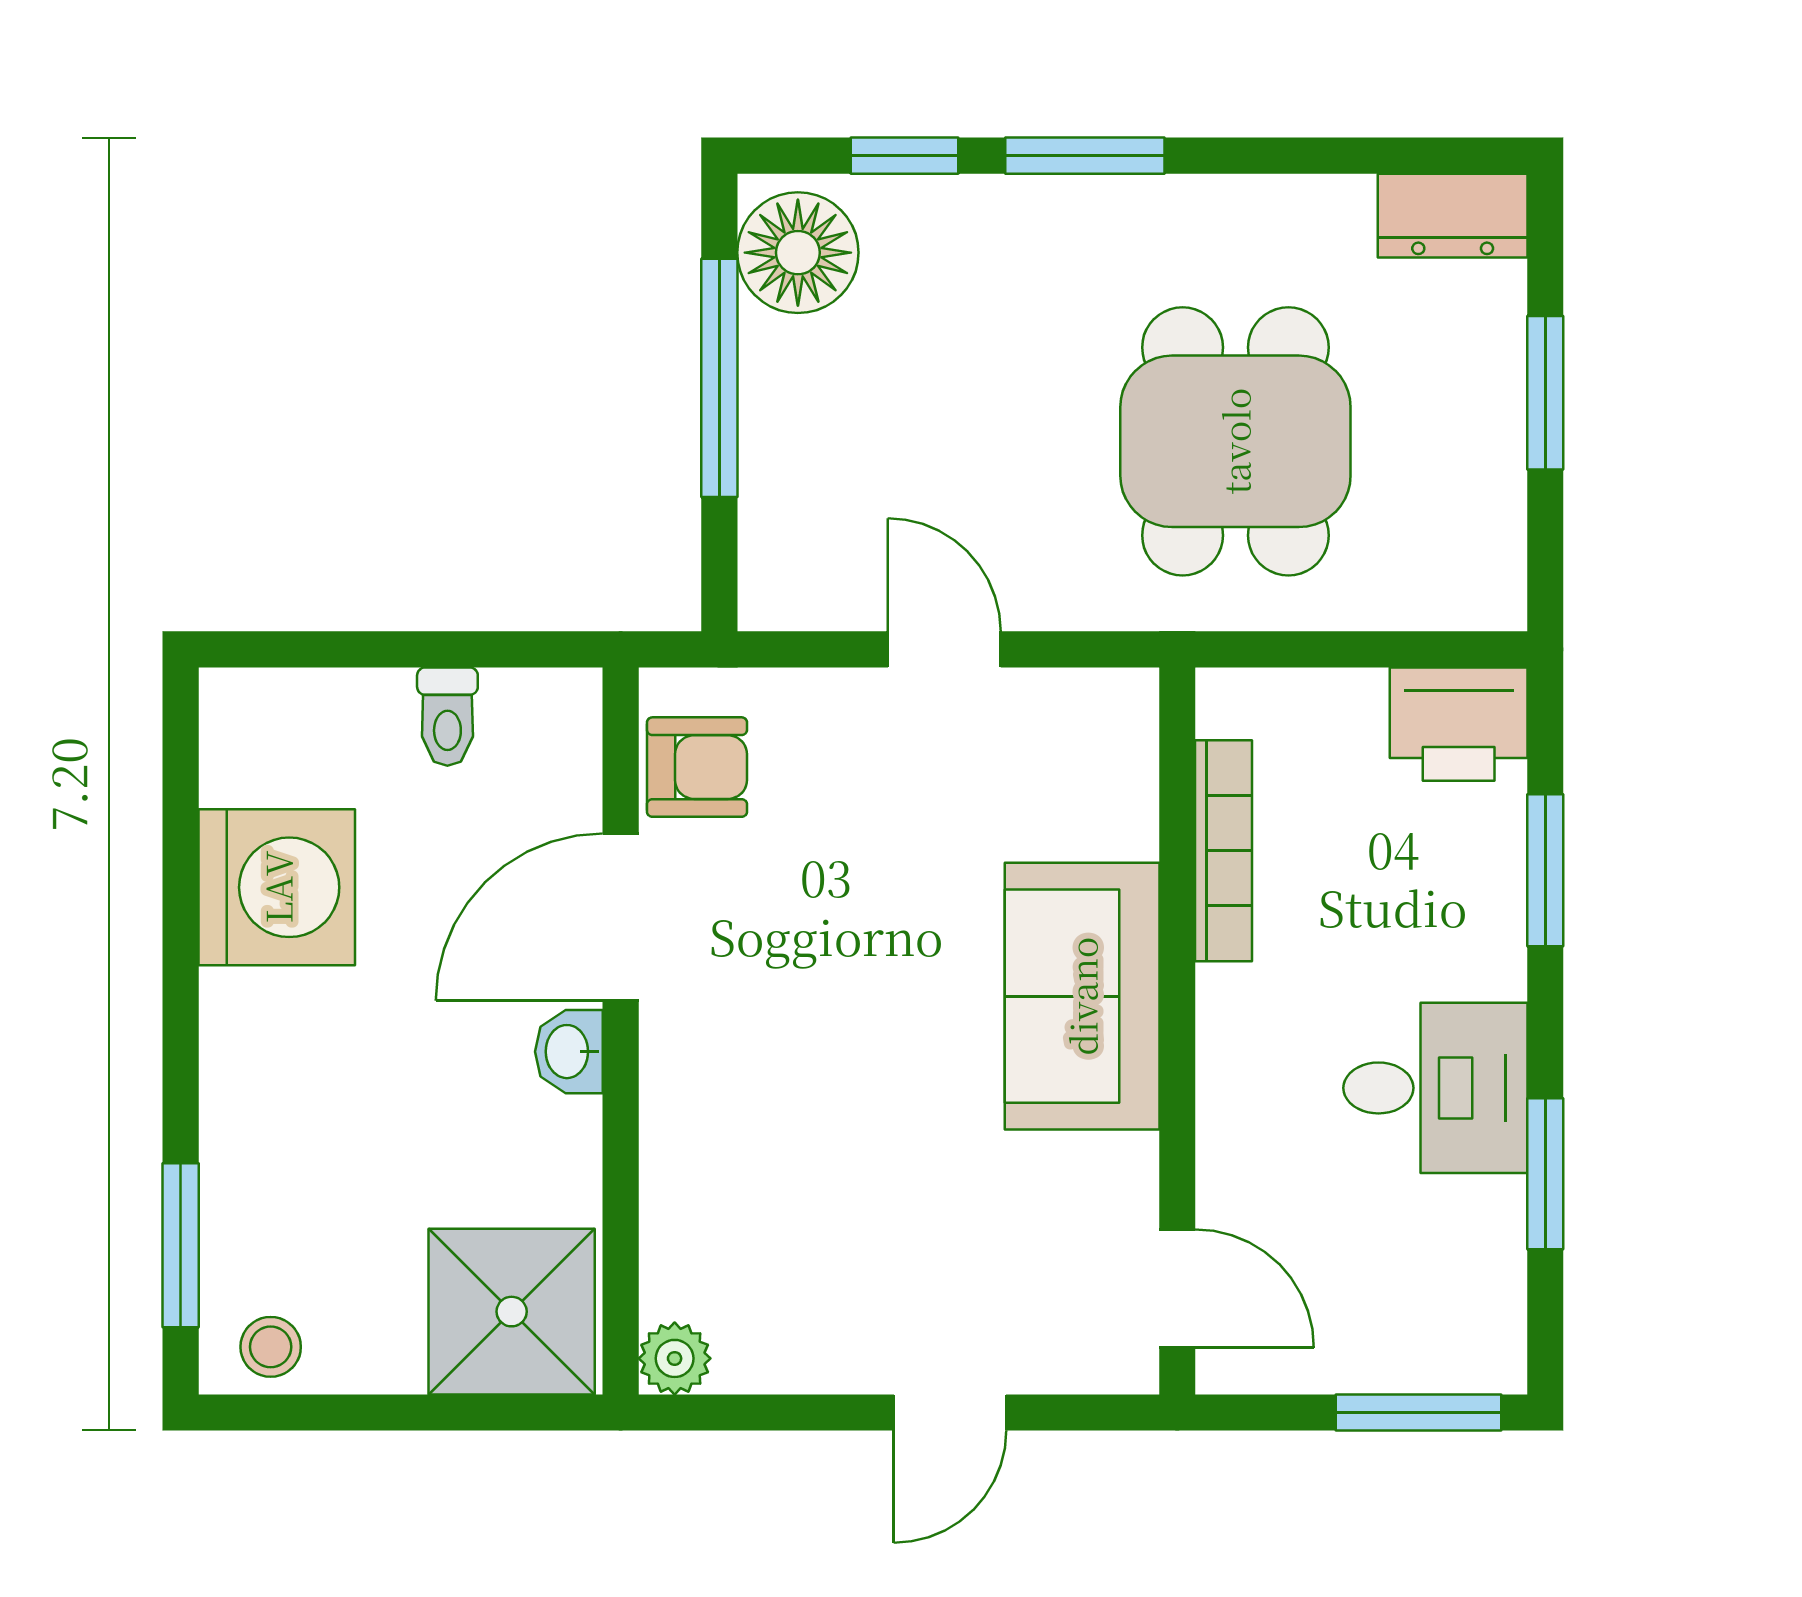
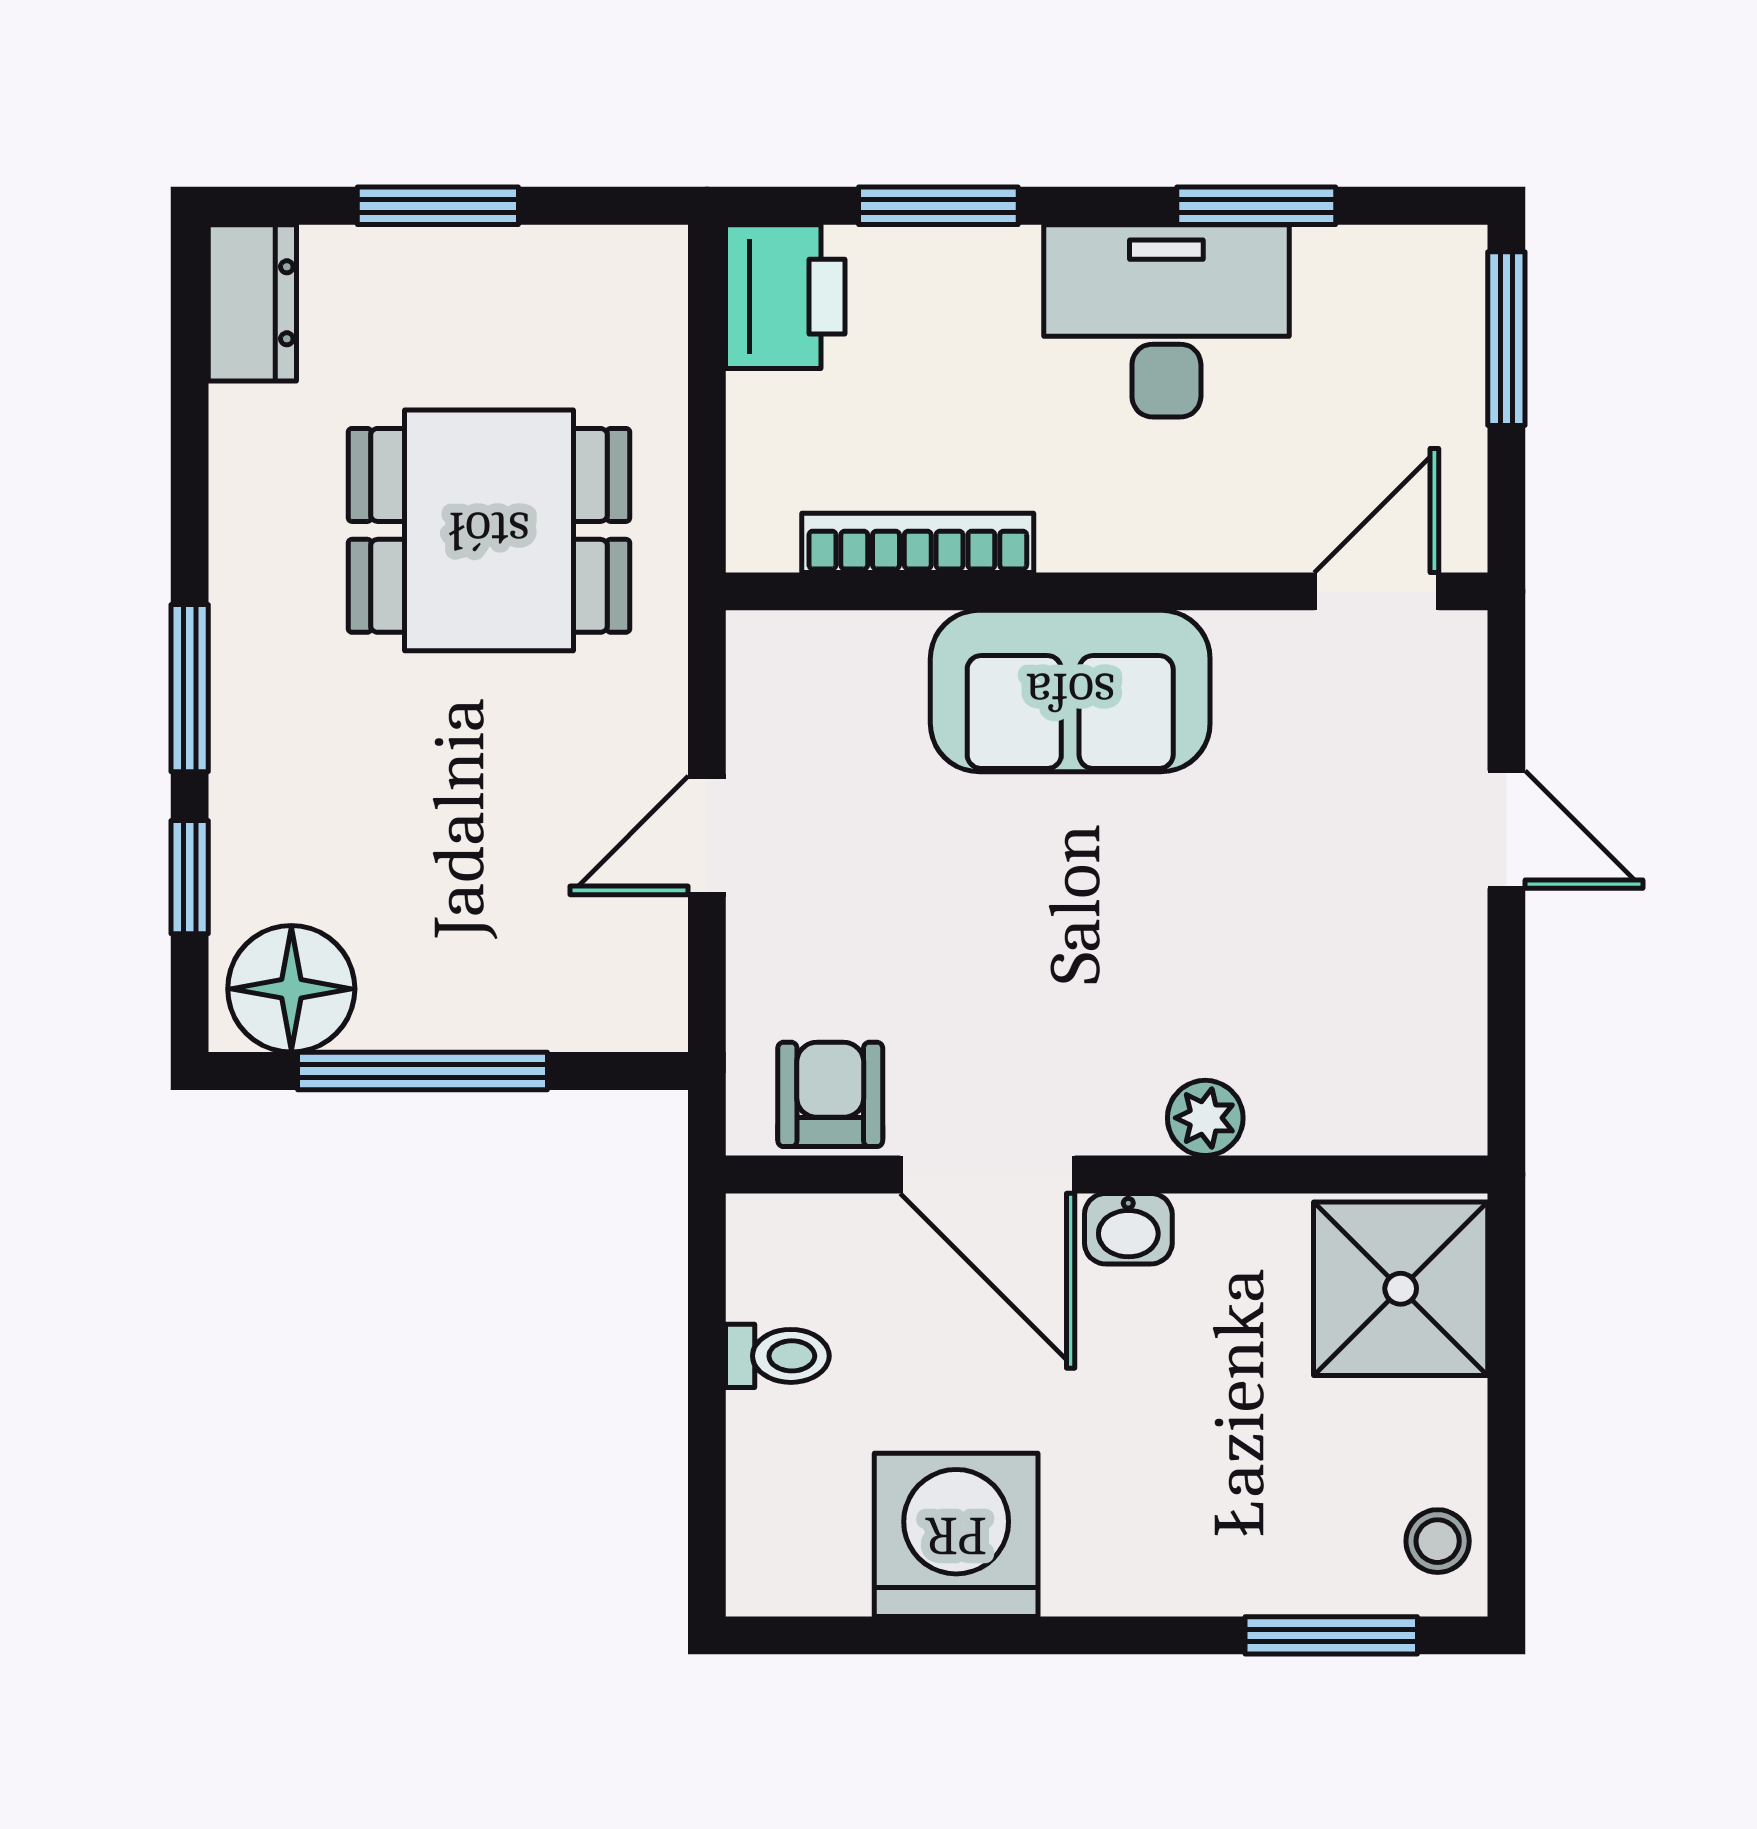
desk: (1435, 1088) -> (1166, 321), width x1.37
plant: (675, 1358) -> (1205, 1118), moved

